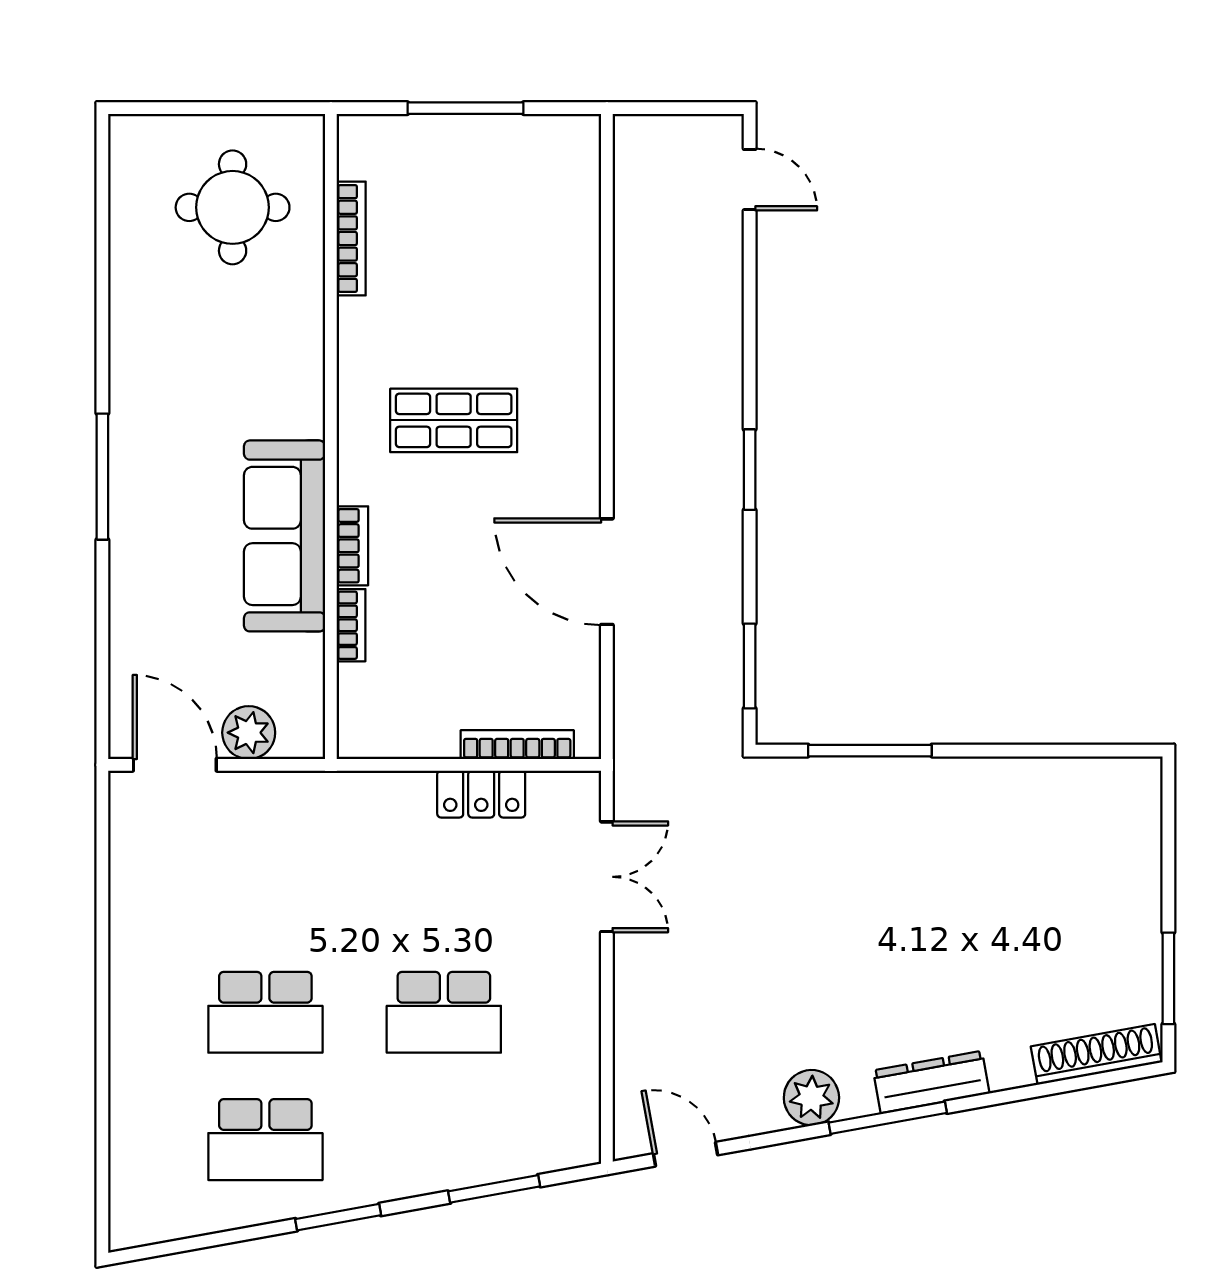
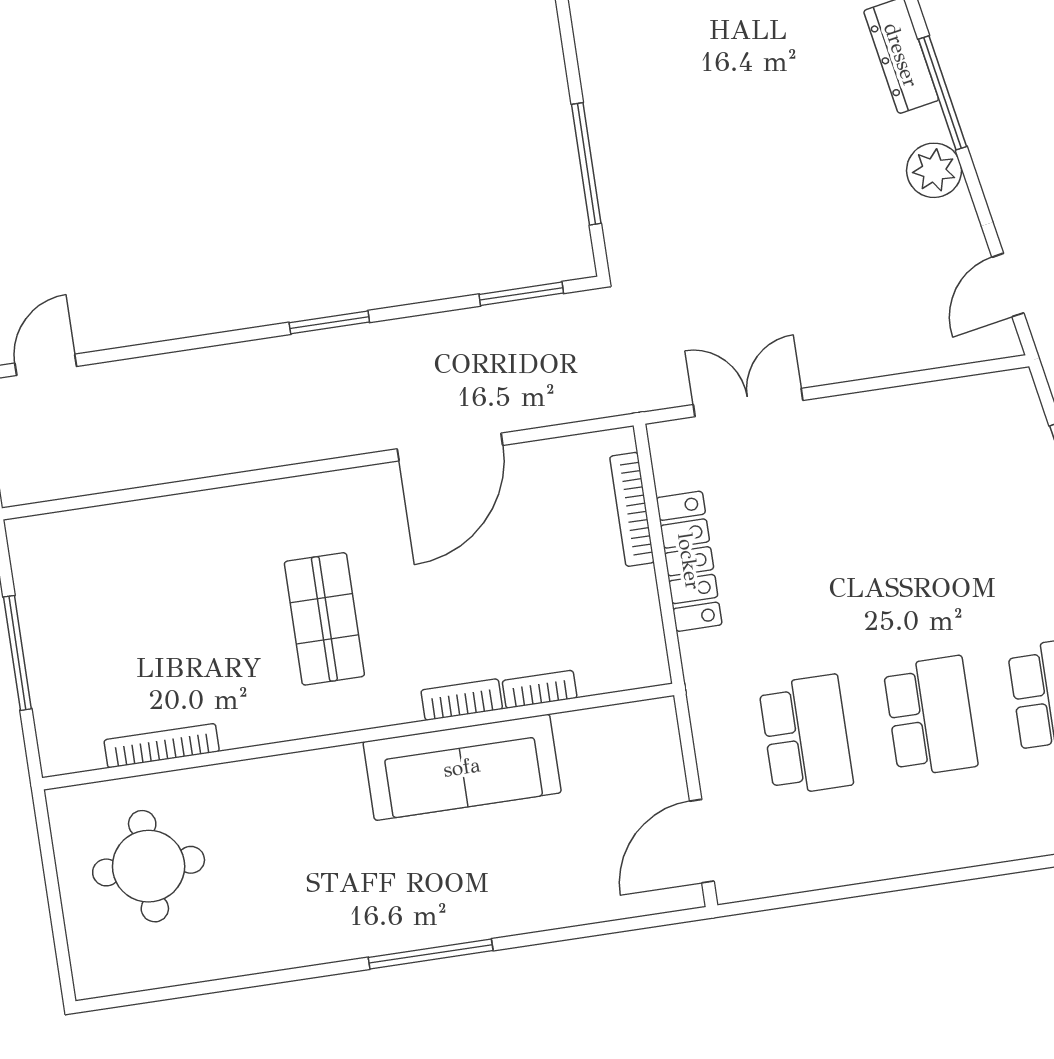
plant: (249, 733) -> (659, 774), removed
locker: (481, 794) -> (689, 561), width x1.53
school desk: (444, 1012) -> (806, 735), moved

